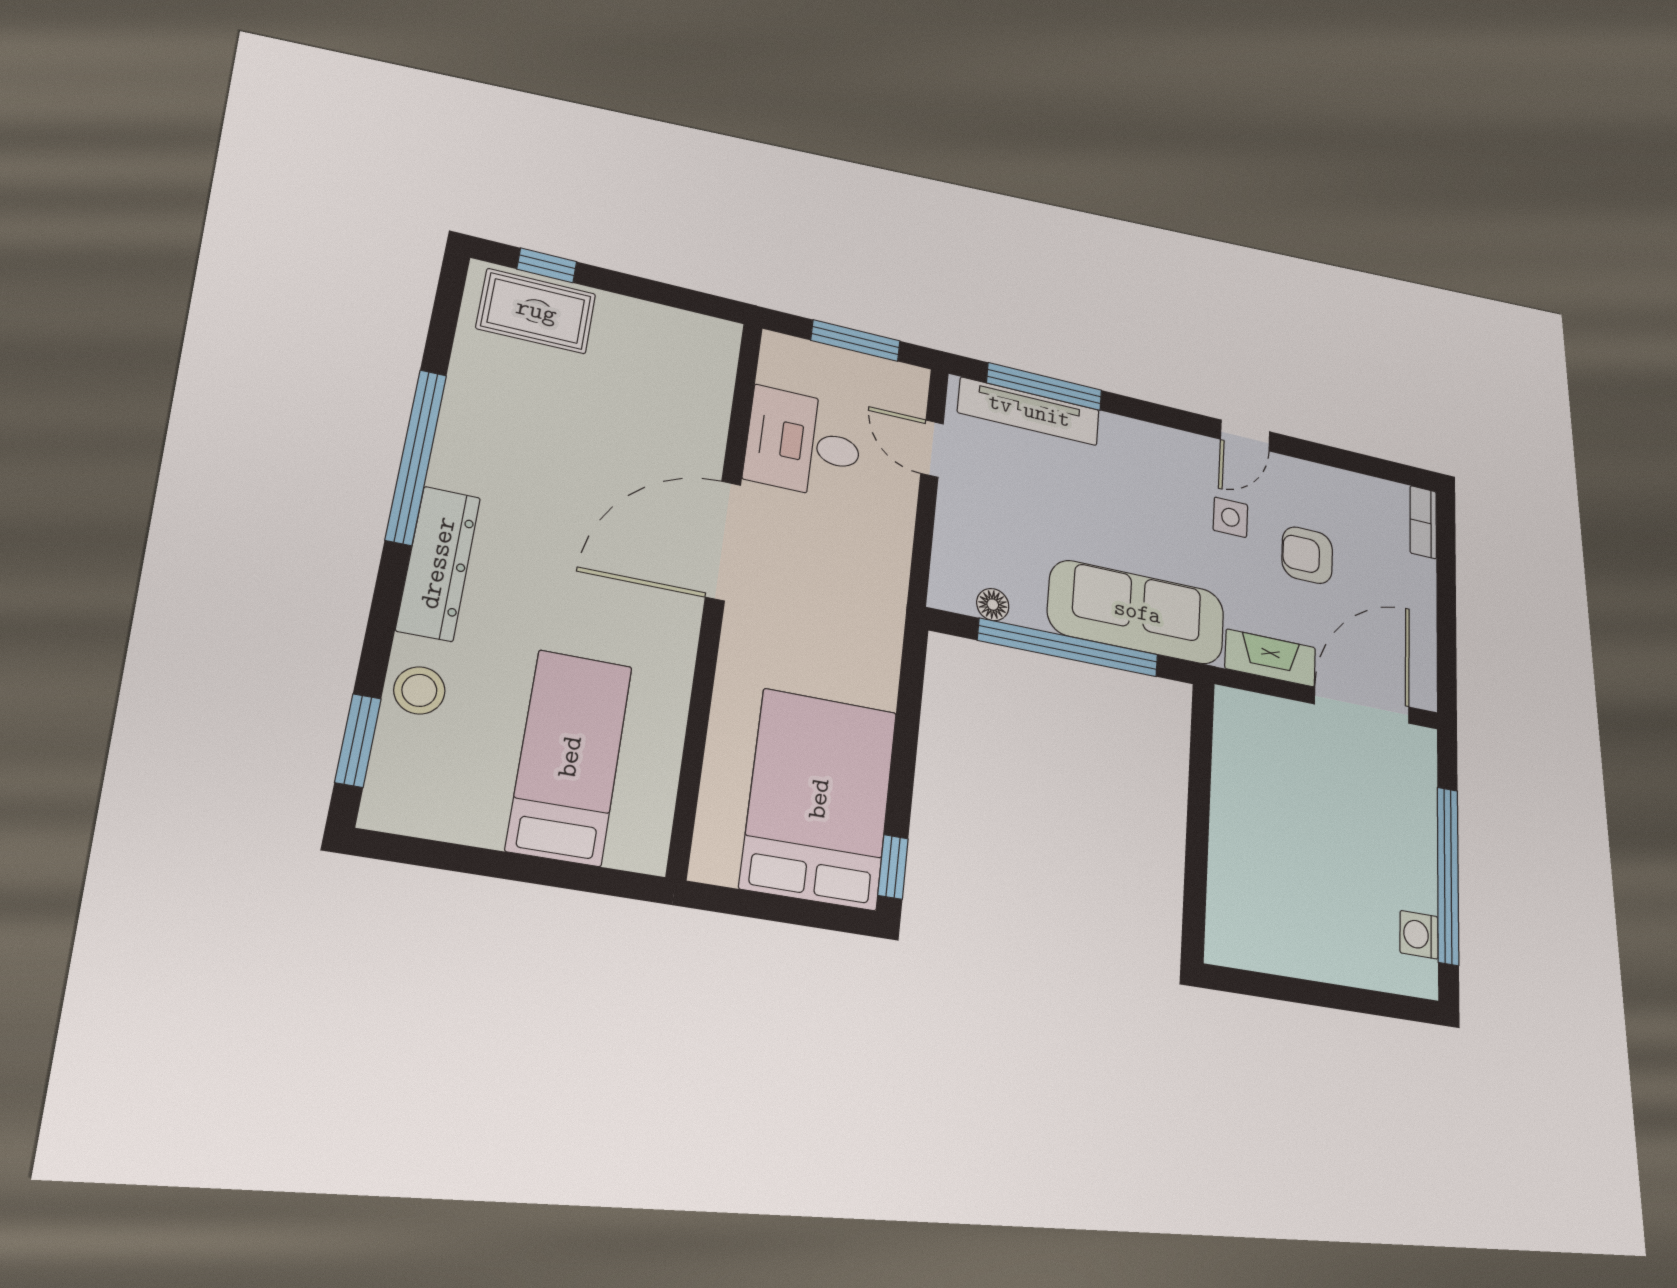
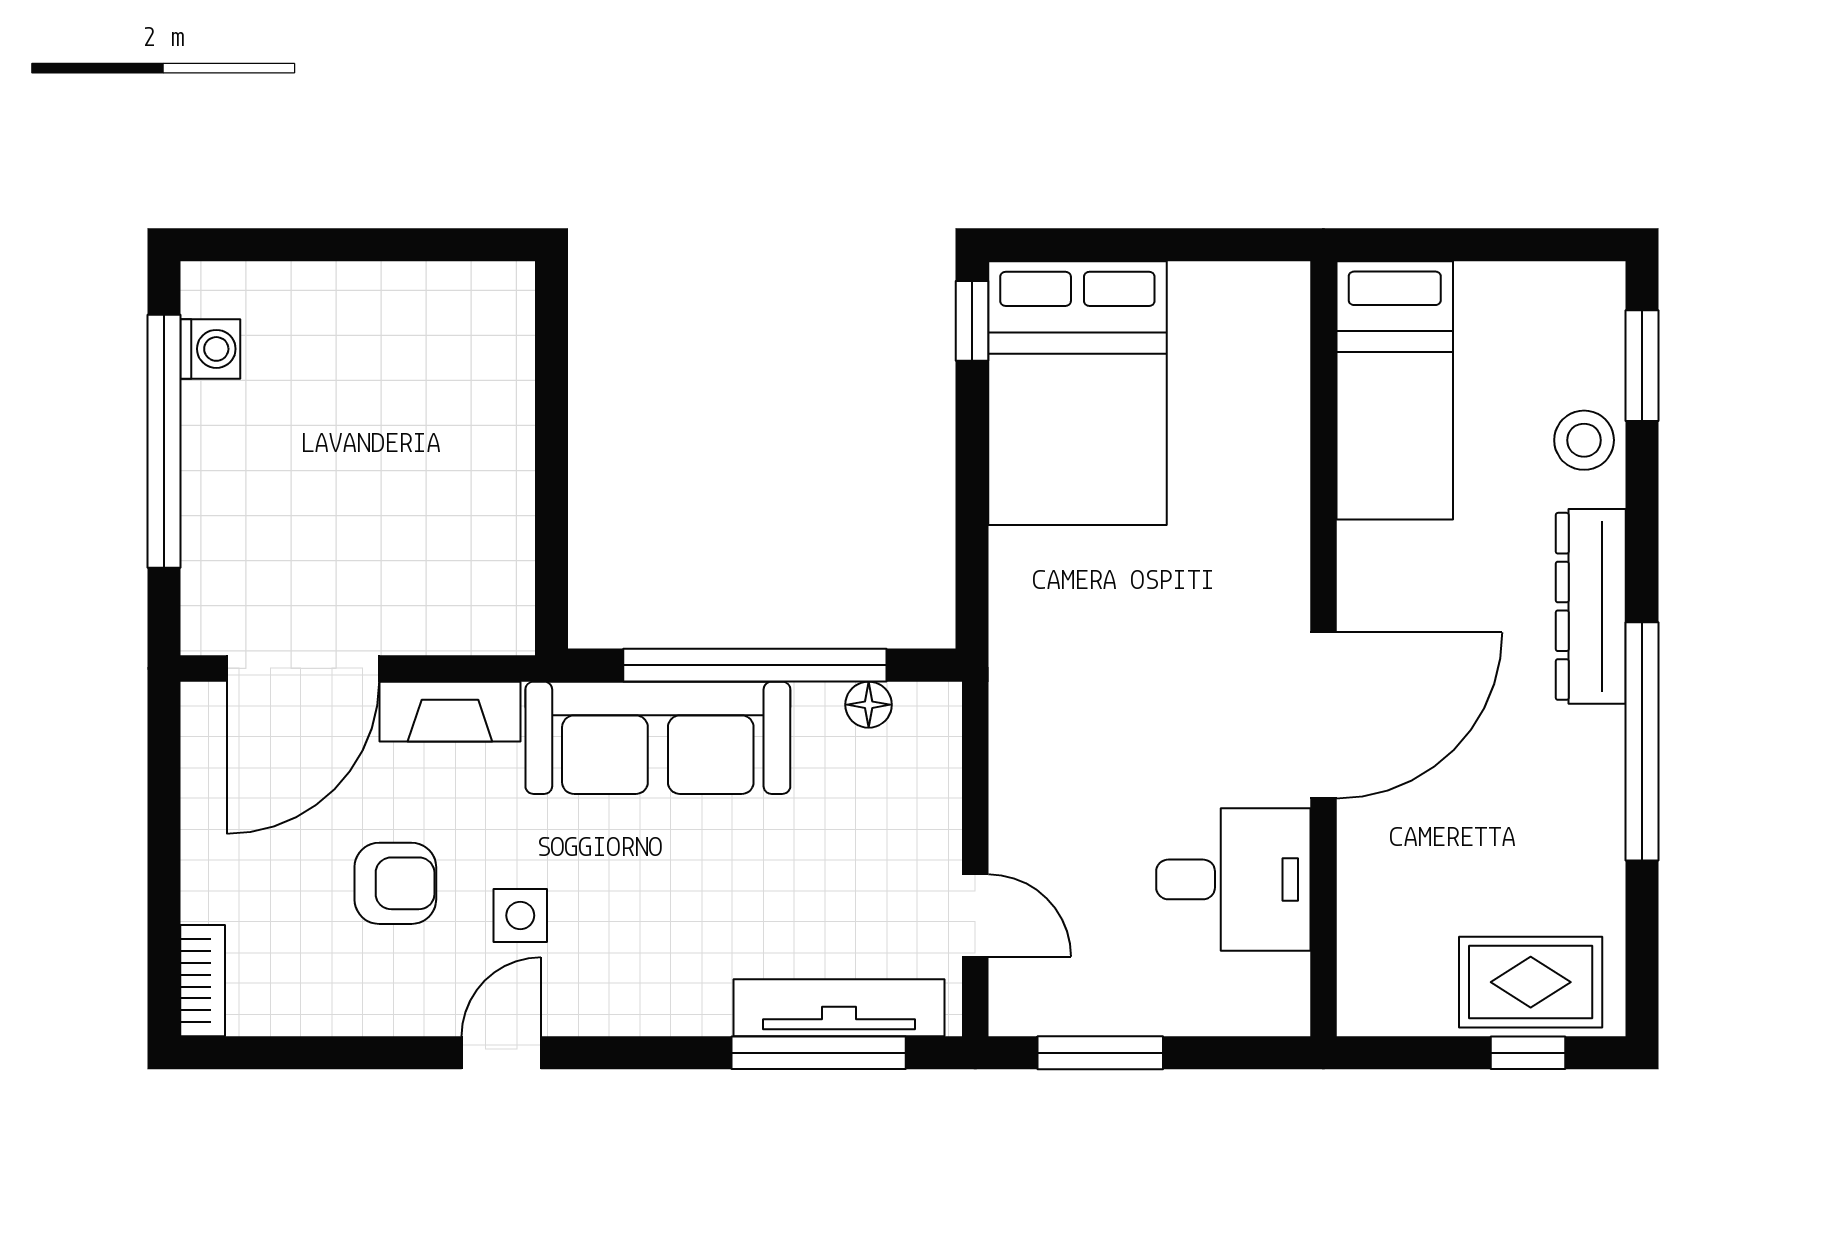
desk: (804, 443) -> (1233, 879), moved
door: (723, 540) -> (1323, 715), moved
wall: (717, 587) -> (1323, 649), moved

